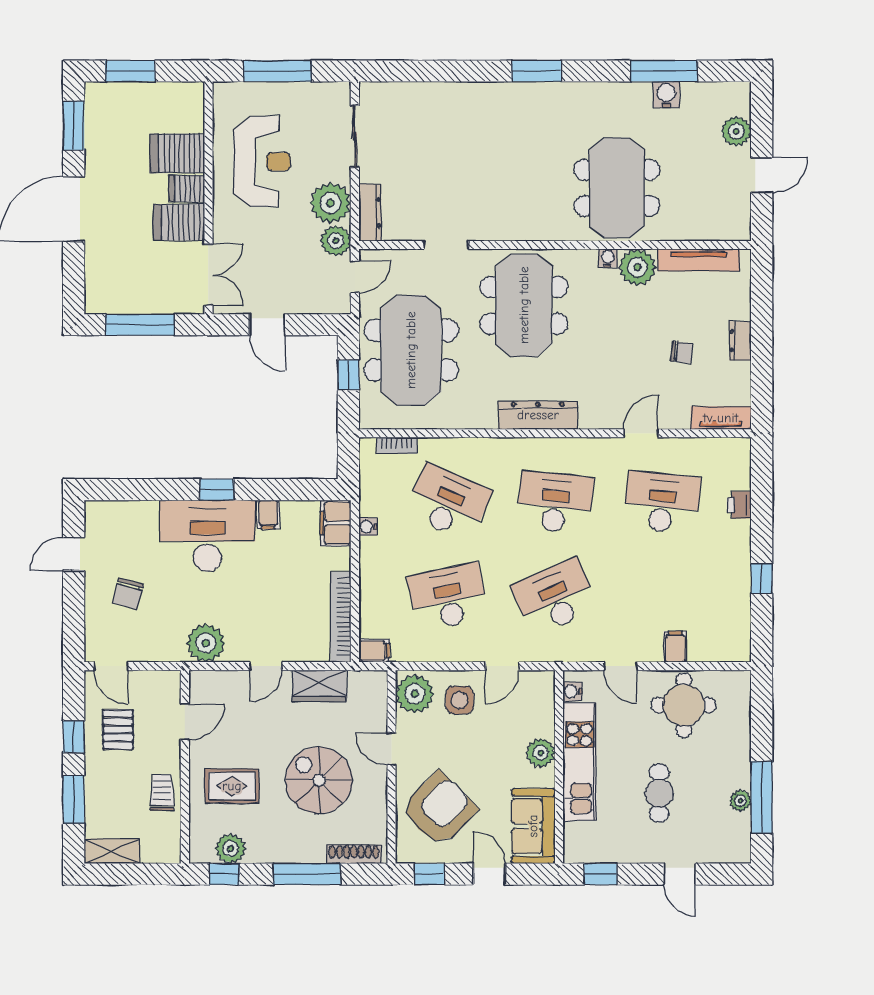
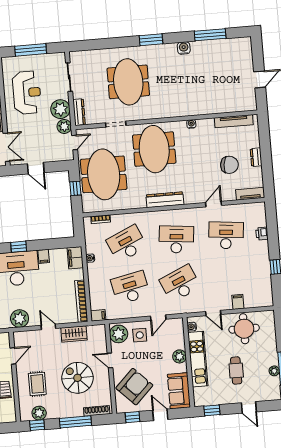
water cooler: (666, 95) -> (184, 48), moved
plant: (736, 131) -> (246, 60), removed
meeting table: (617, 188) -> (128, 82), moved
plant: (637, 267) -> (205, 127), removed
chair: (682, 352) -> (229, 165), width x1.87, depth x1.87
desk: (448, 502) -> (127, 244), turned -48
door: (266, 666) -> (48, 327), swing flipped
rug: (232, 786) -> (37, 384), turned 90

